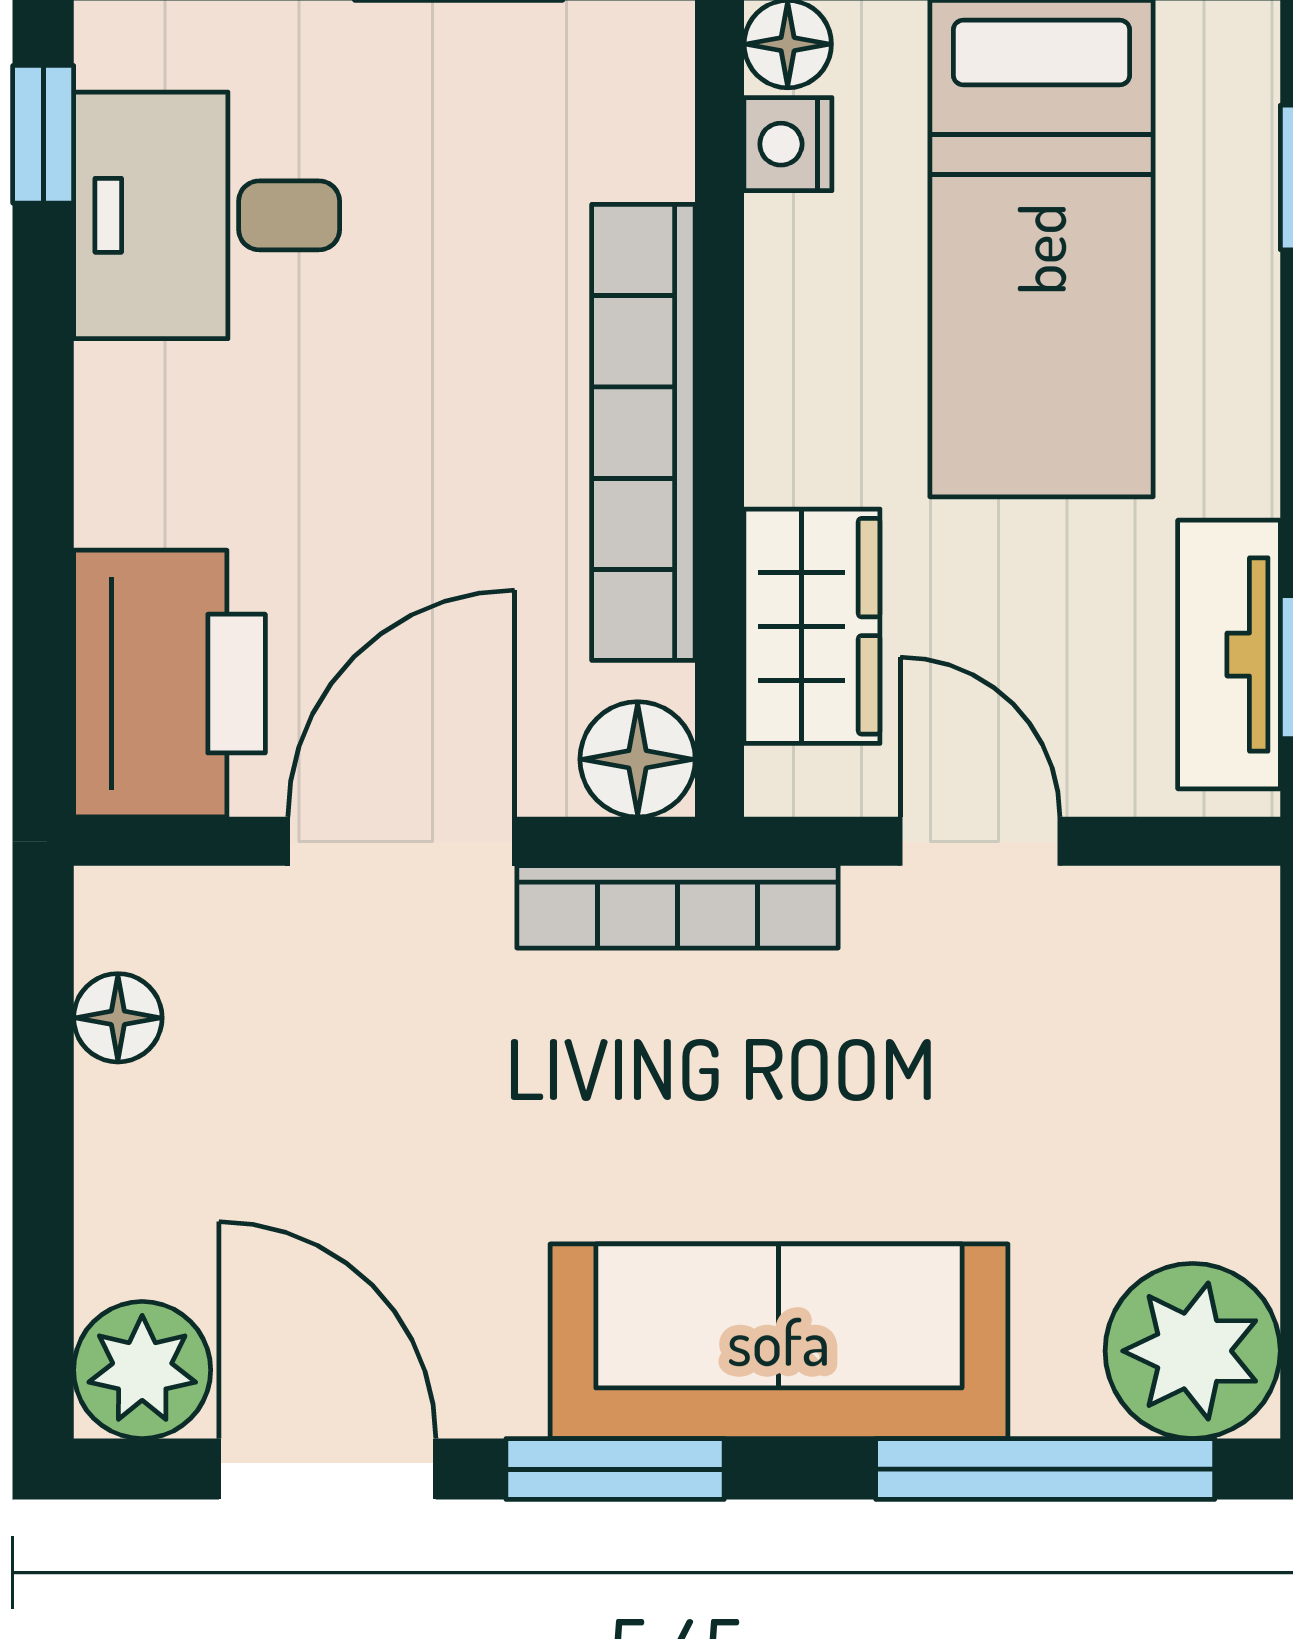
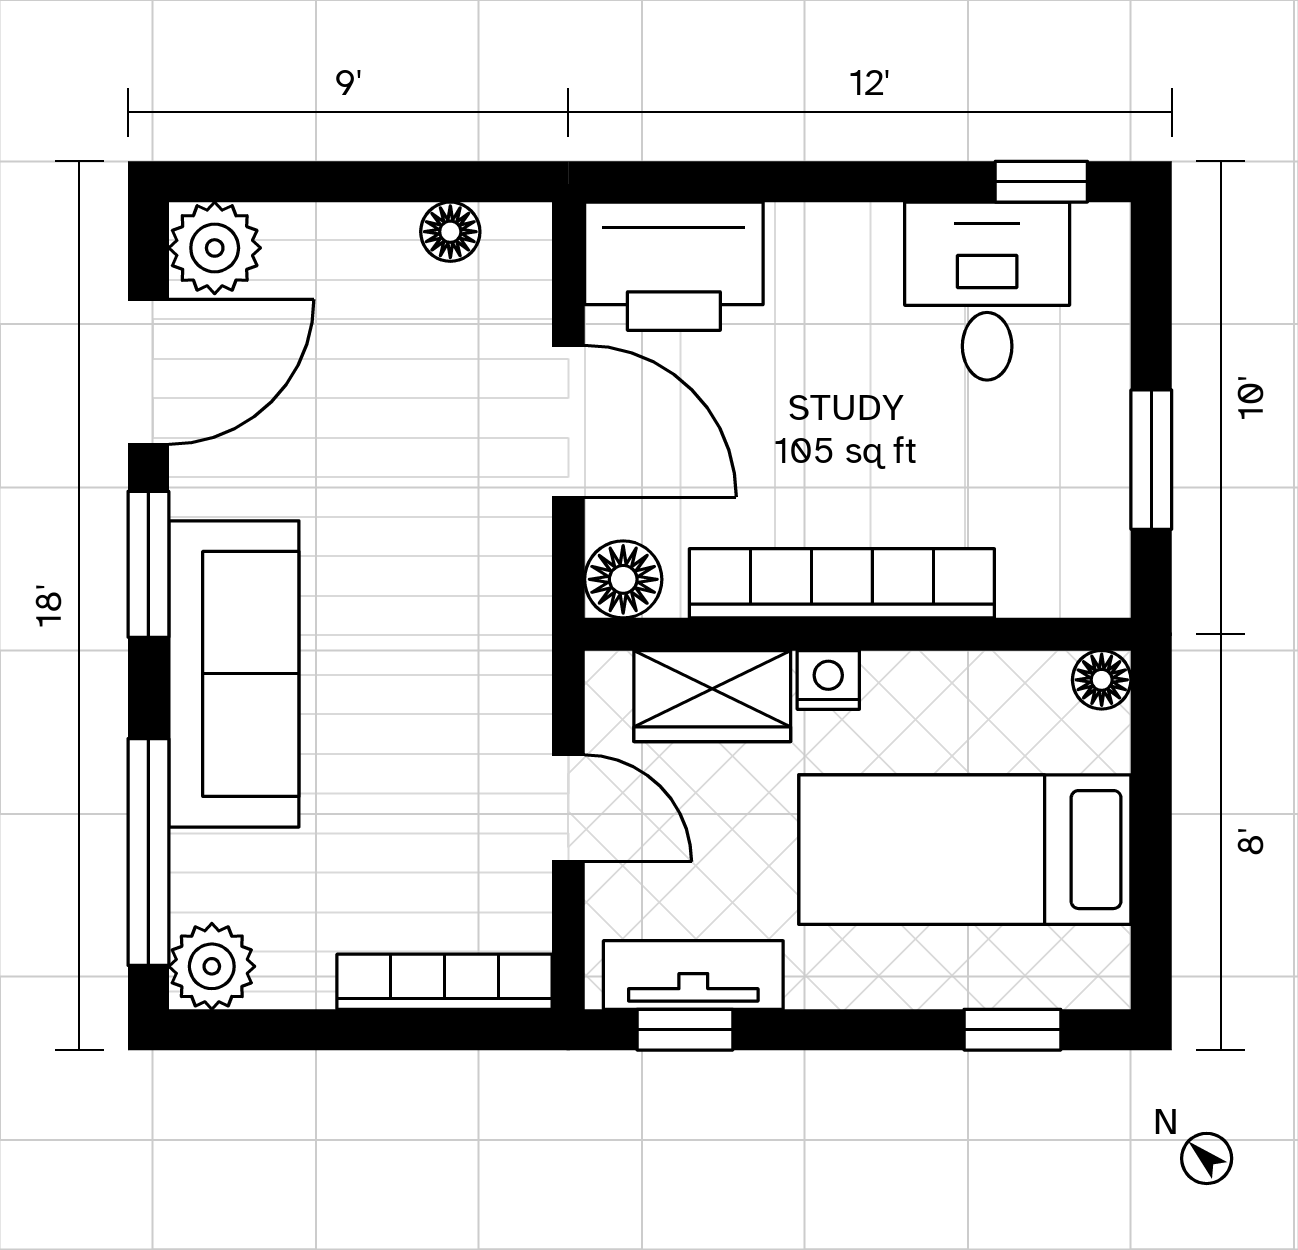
nightstand: (788, 144) -> (828, 680), moved
door: (980, 841) -> (568, 808), hinge flipped
bookcase: (678, 907) -> (445, 982), moved, turned 90
plant: (1193, 1351) -> (212, 966), width x0.73, depth x0.73

